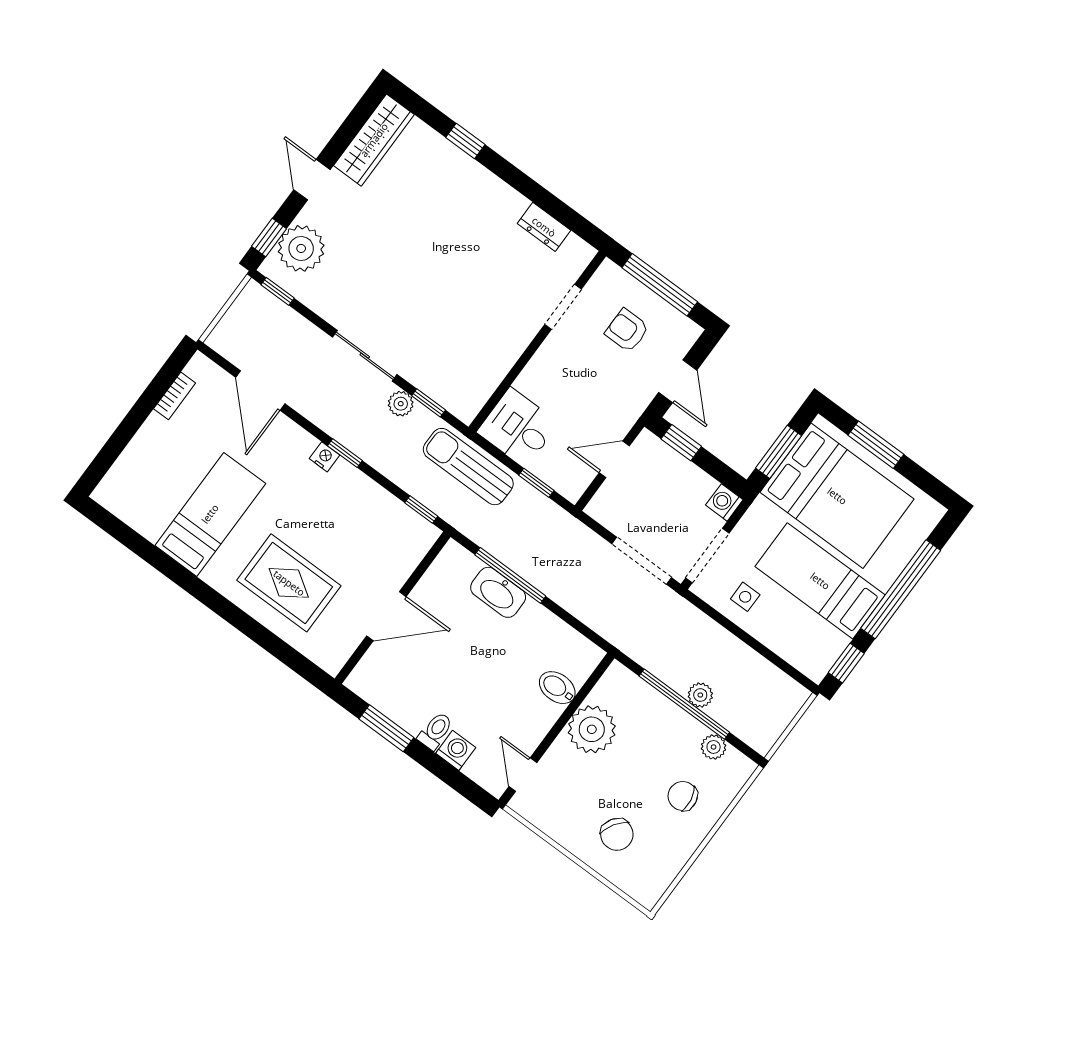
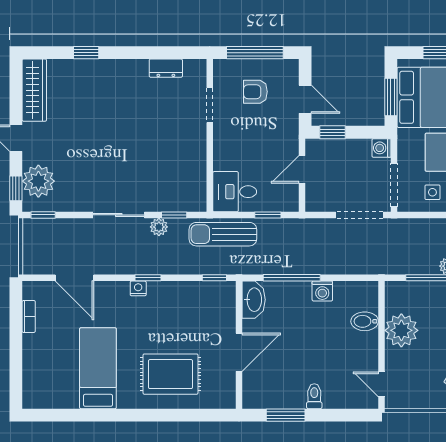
washbasin: (498, 592) -> (254, 300), moved, turned -90
washing machine: (456, 750) -> (322, 291), moved, turned 180

